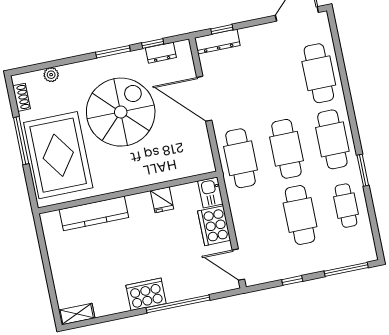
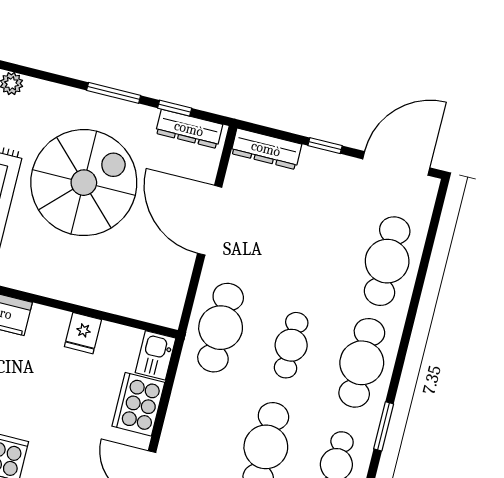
window: (222, 29) -> (325, 146), moved
dresser: (161, 53) -> (189, 129), width x1.44
cafe table: (286, 149) -> (291, 345), width x0.73, depth x0.74

